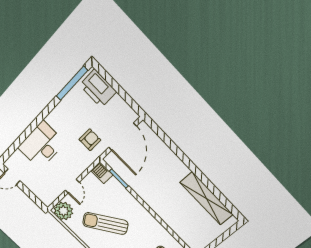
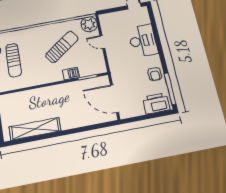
armchair: (90, 140) -> (155, 74), moved
barbecue: (102, 173) -> (71, 74), moved

